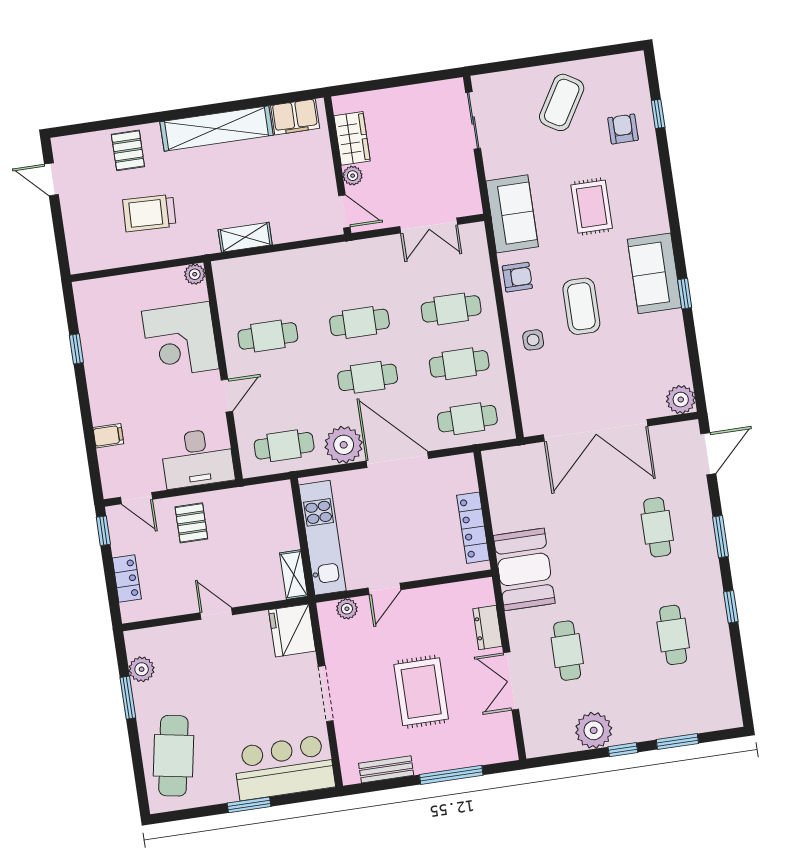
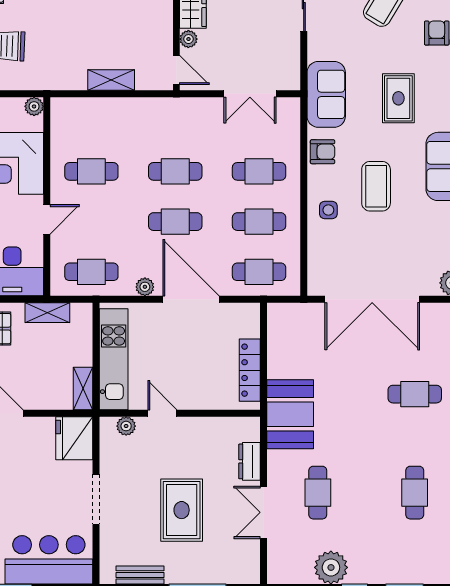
shelving: (245, 237) -> (111, 80), moved
plant: (344, 445) -> (145, 287), width x0.53, depth x0.53
shelving: (242, 497) -> (47, 313), added
cafe table: (657, 527) -> (415, 394), turned 90
door: (384, 589) -> (162, 413), swing flipped

